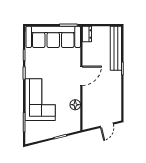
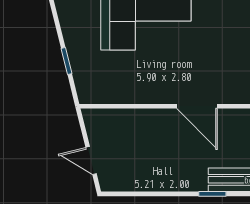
floor lamp: (75, 105) -> (135, 93), removed

